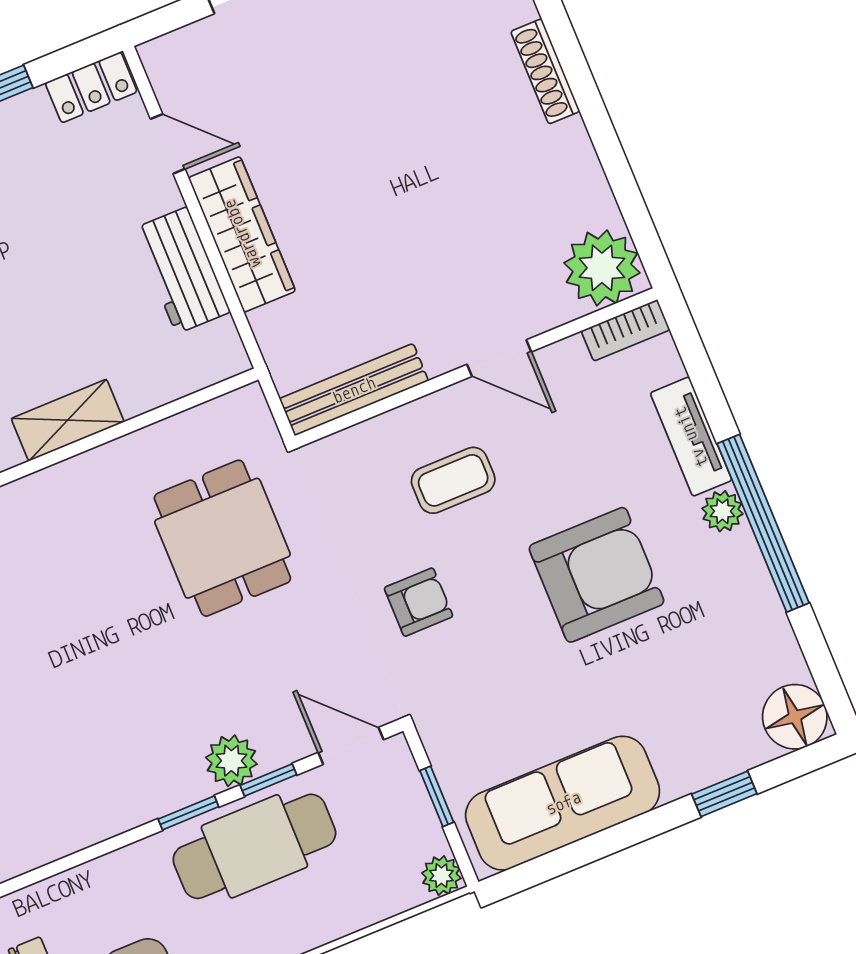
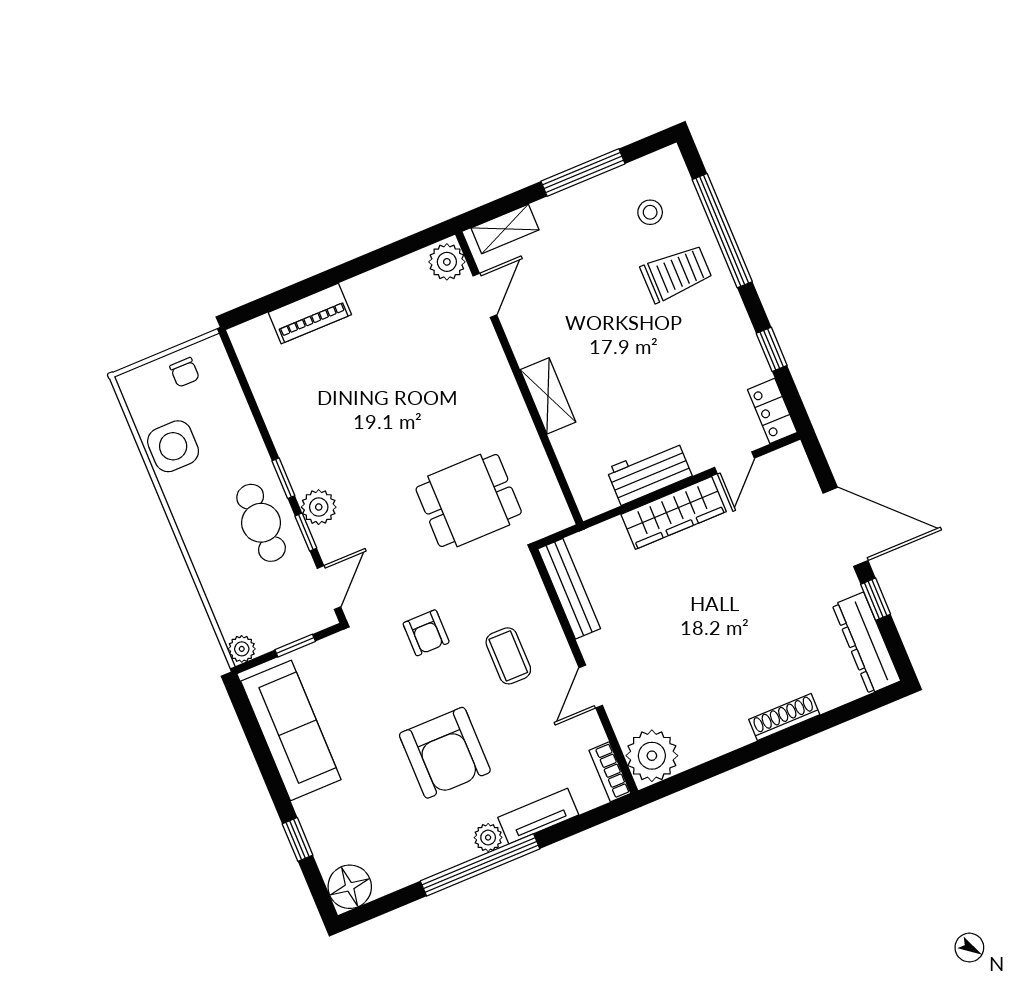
cafe table: (254, 846) -> (261, 523), width x0.73, depth x0.74

